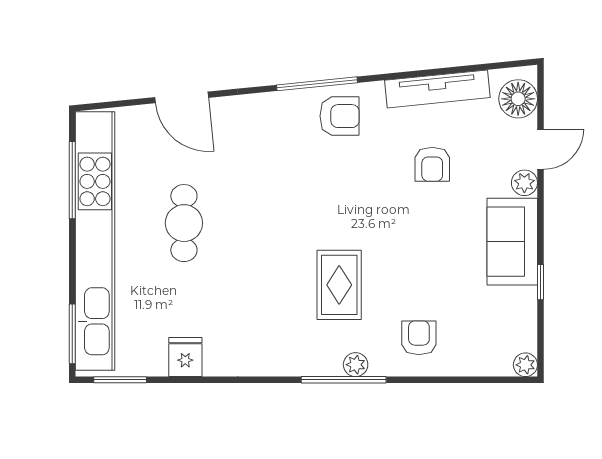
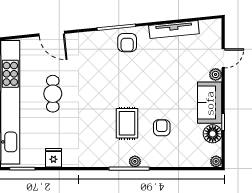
floor lamp: (518, 99) -> (213, 134), moved
armchair: (339, 116) -> (127, 43), turned 90
armchair: (432, 164) -> (171, 66), removed
armchair: (419, 338) -> (162, 128), moved

